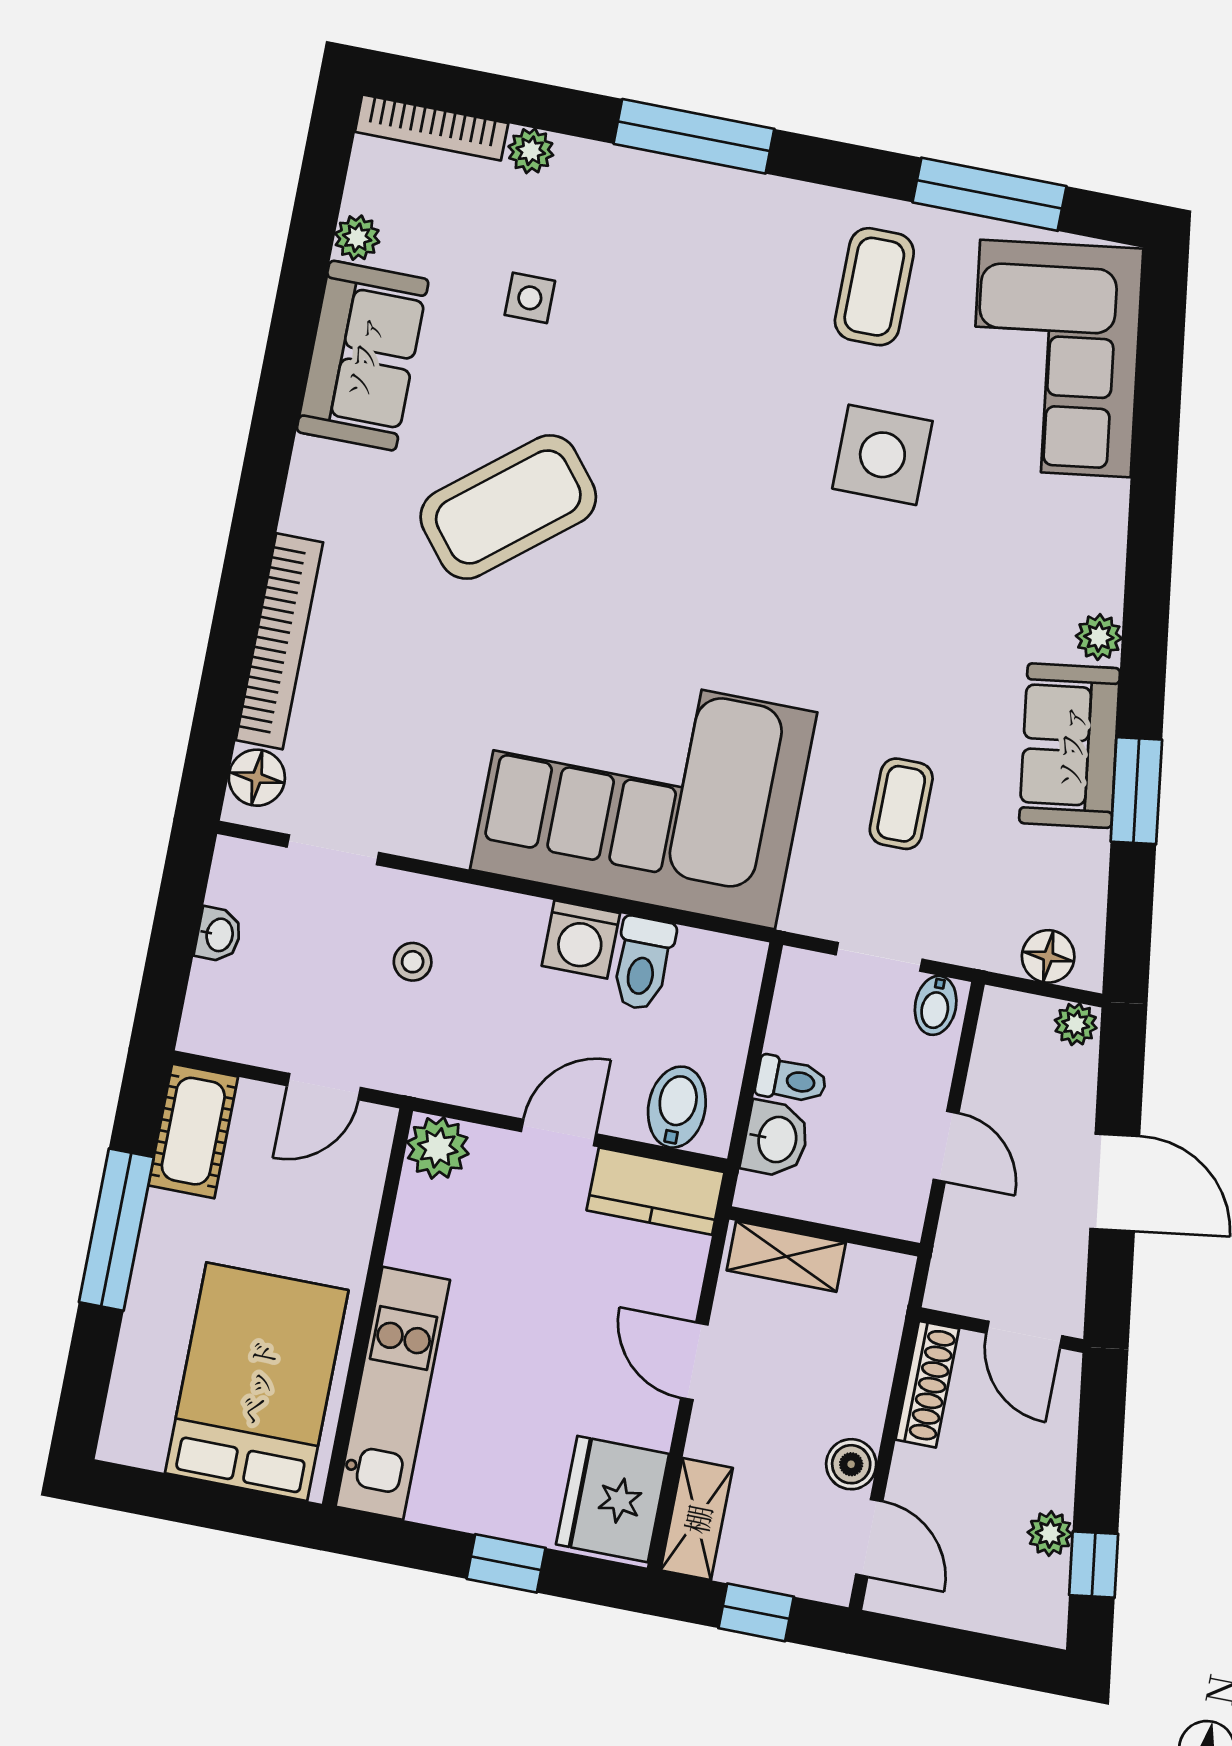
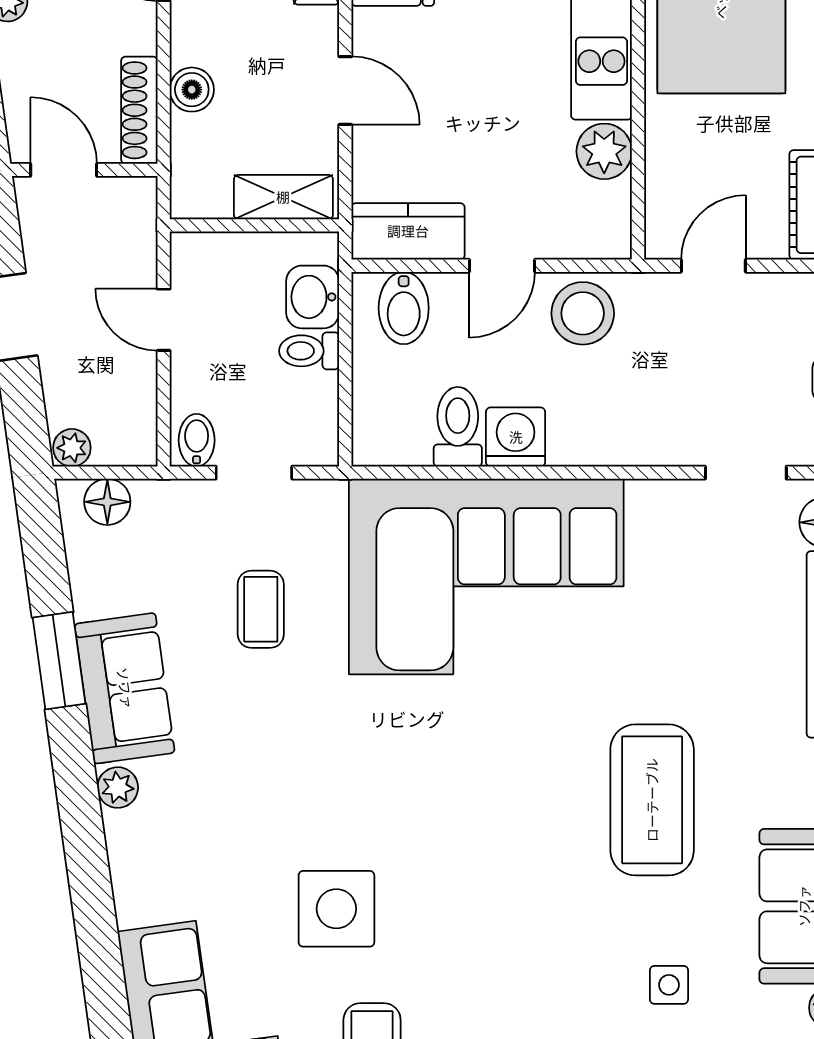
coffee table: (508, 507) -> (652, 800), turned -51
stool: (413, 962) -> (583, 313), moved, width x1.89, depth x1.89
plant: (438, 1148) -> (604, 151), moved
boiler: (851, 1464) -> (192, 90), moved

